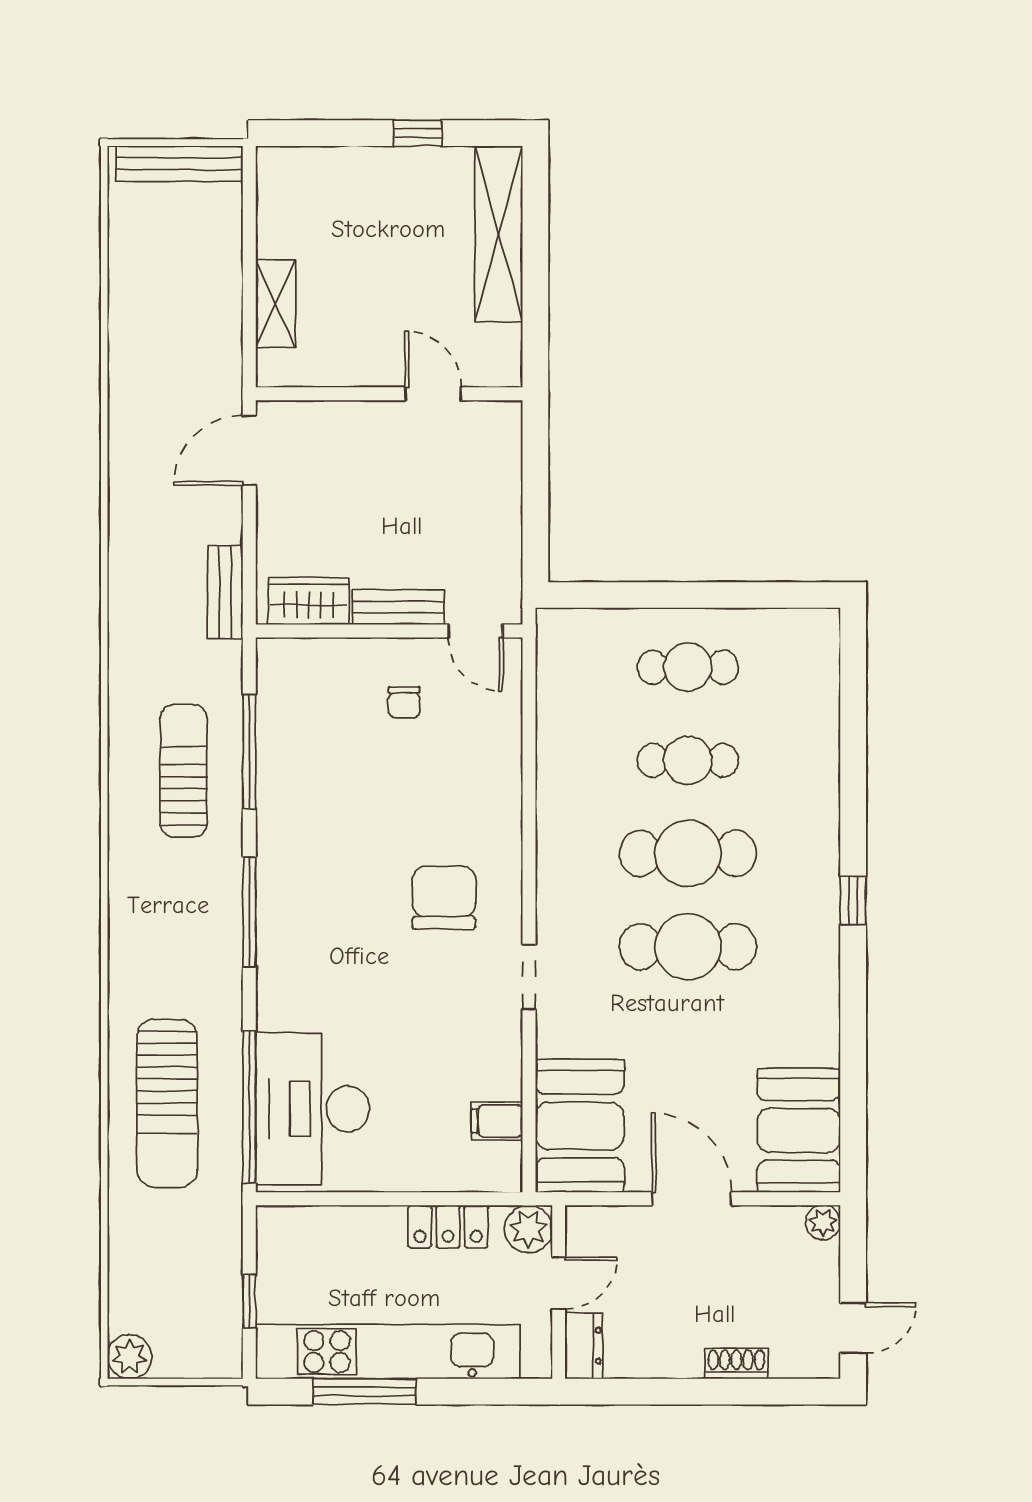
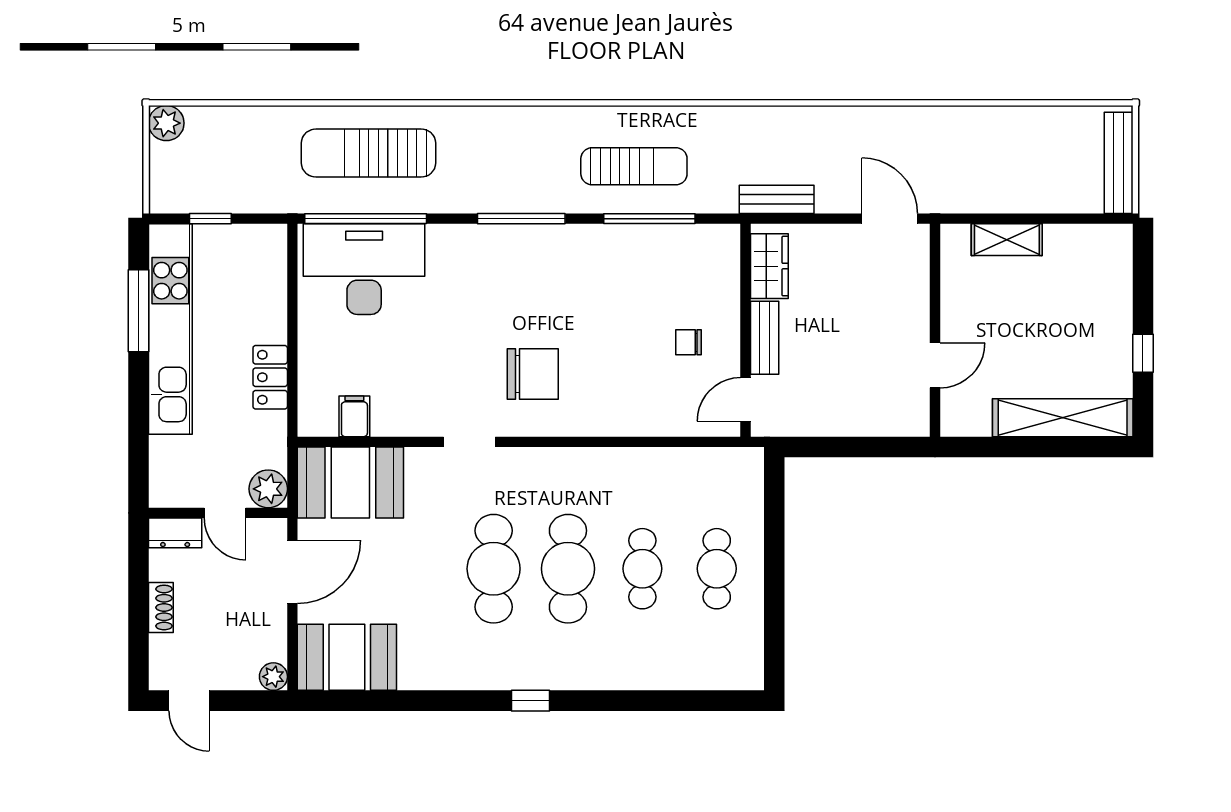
plant: (528, 1229) -> (268, 489), moved
door: (559, 1283) -> (225, 513), moved
wall: (559, 1292) -> (218, 513), moved
dresser: (584, 1346) -> (175, 533), moved

